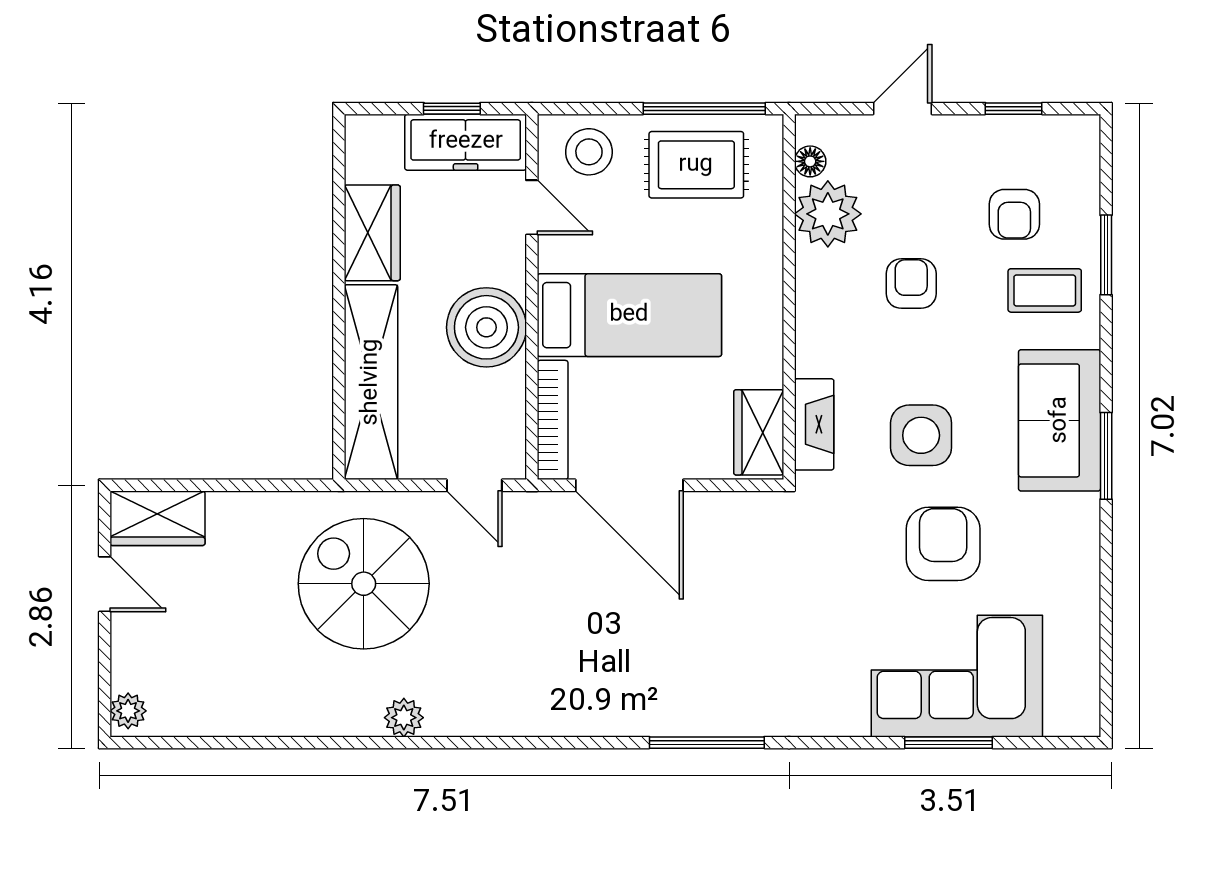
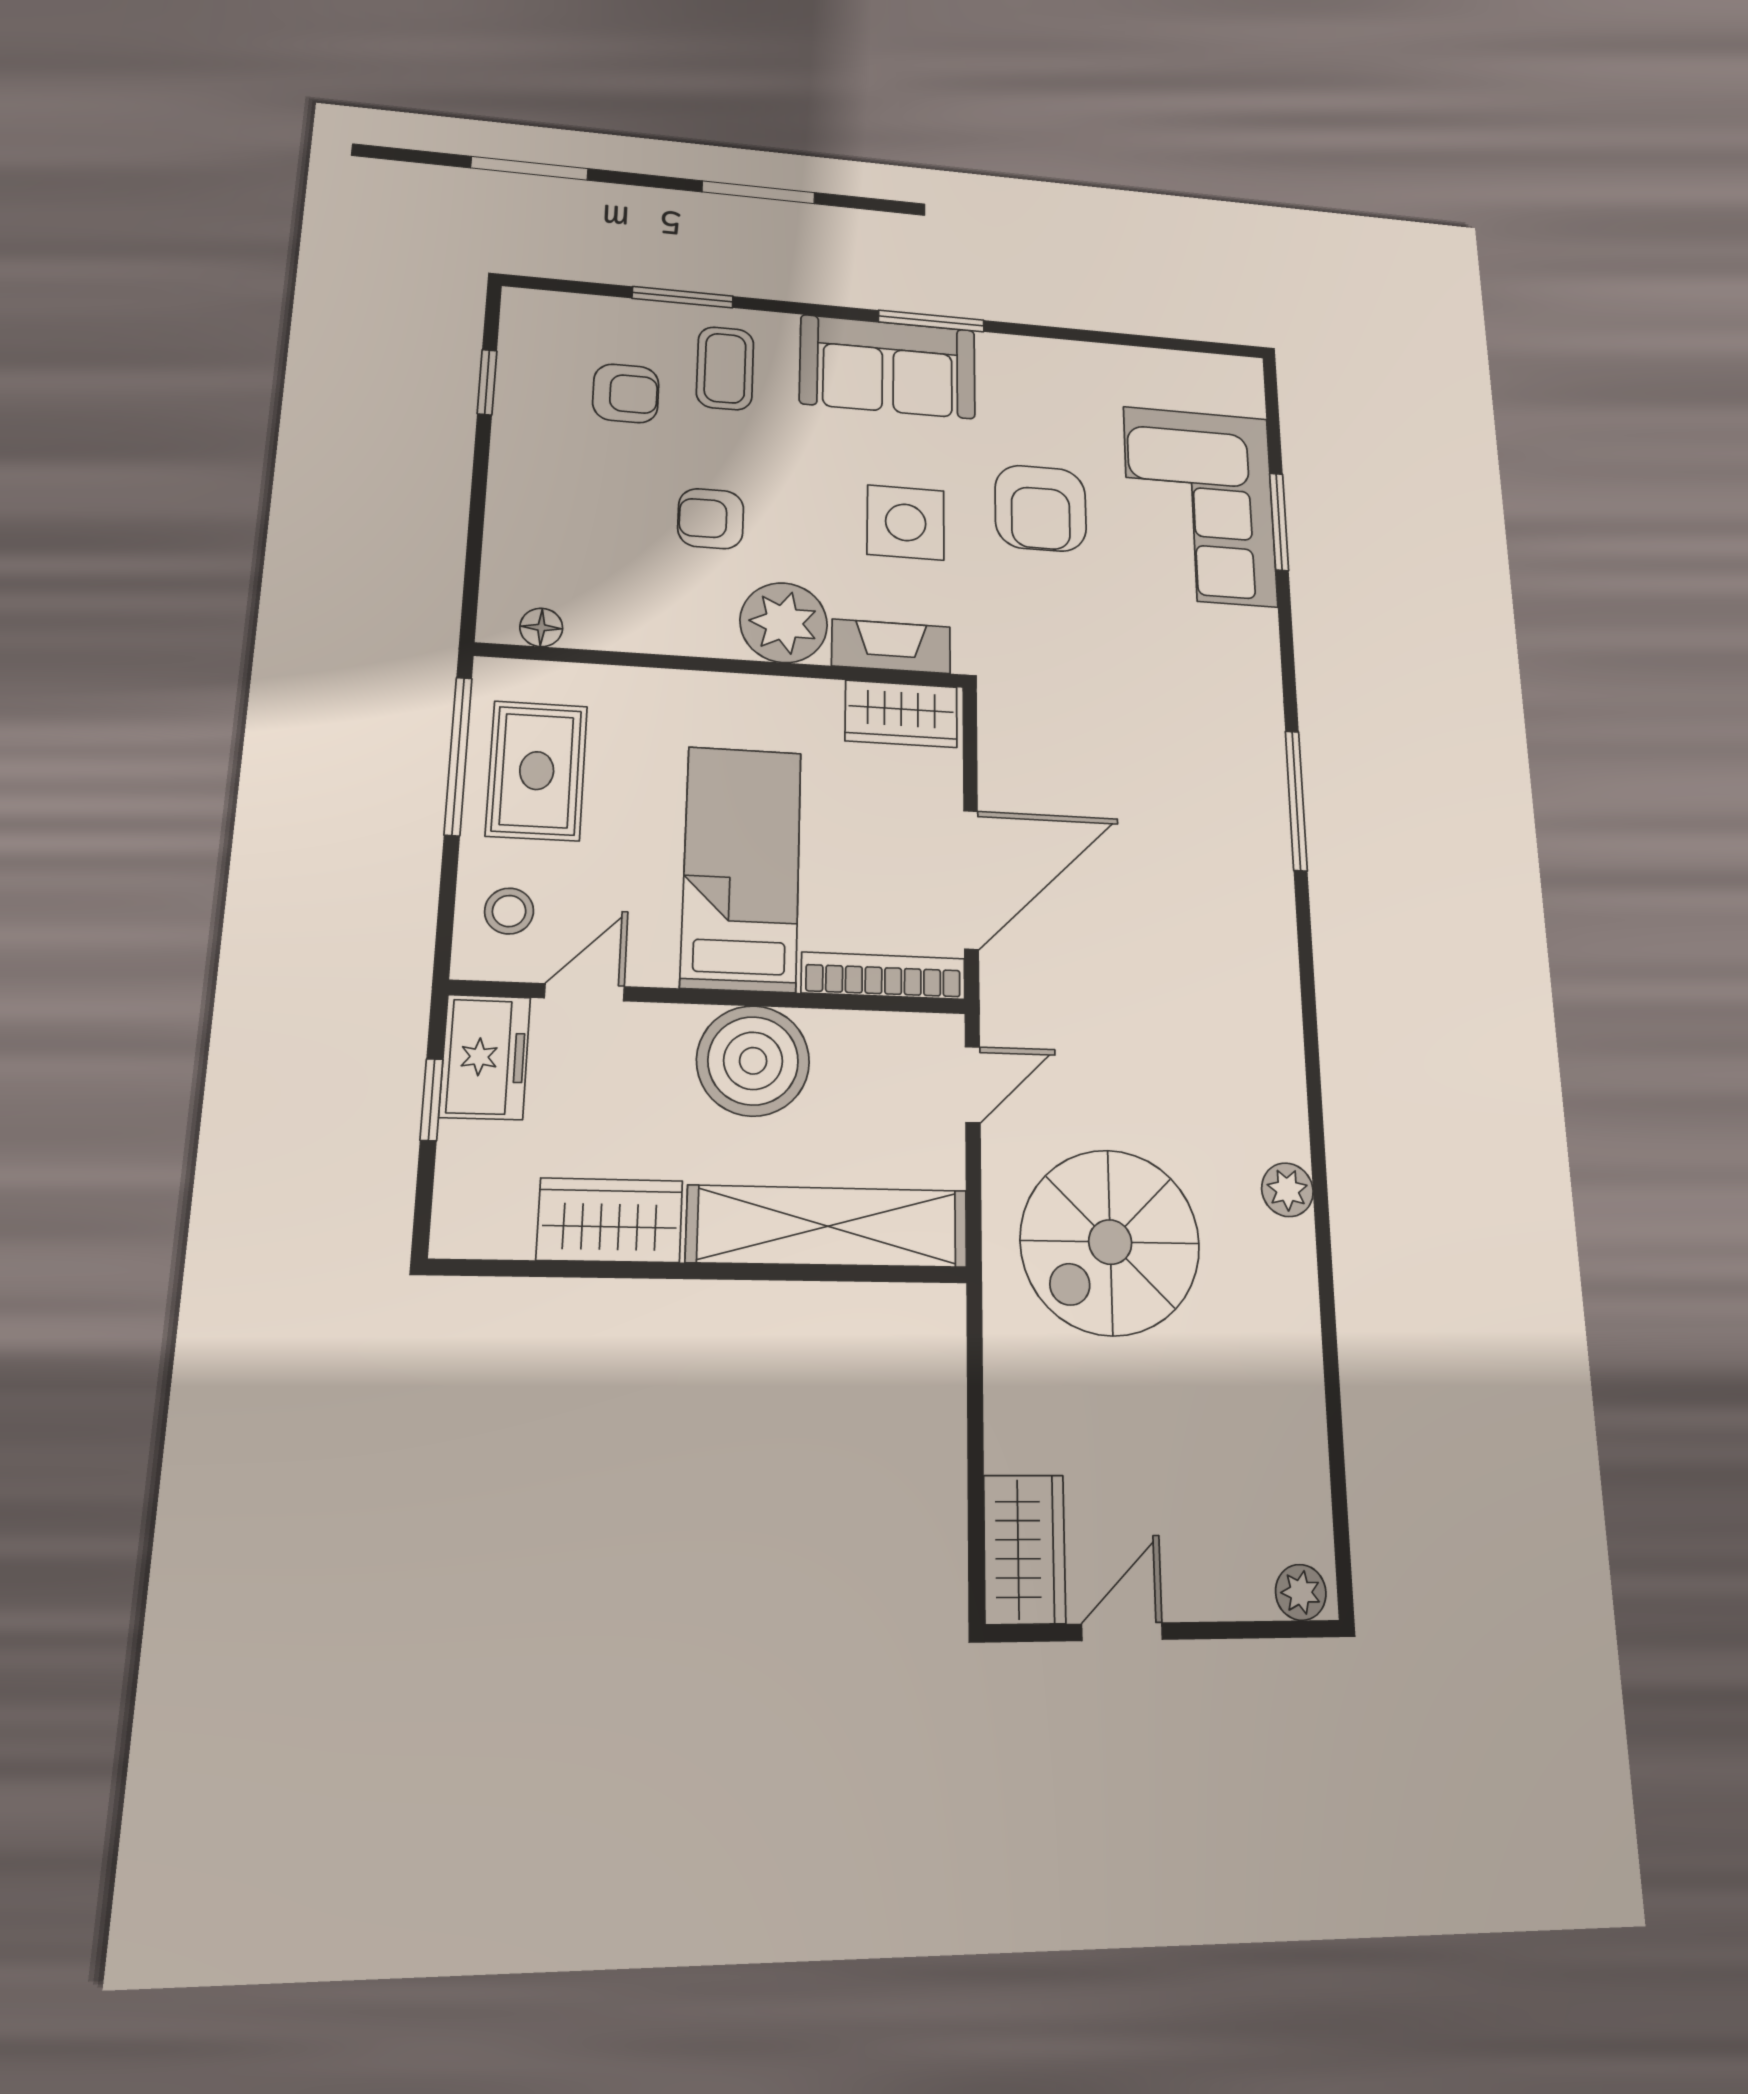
door: (902, 109) -> (477, 511), removed
freezer: (466, 142) -> (485, 1057), width x0.71
stool: (589, 152) -> (509, 911), width x0.73, depth x0.73
plant: (828, 214) -> (784, 623), moved
armchair: (943, 544) -> (1041, 508), turned -90

